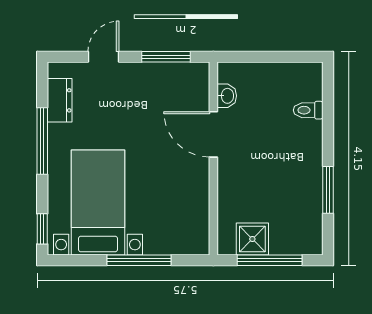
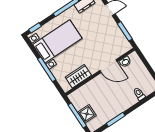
door: (213, 134) -> (108, 66), swing flipped
wardrobe: (194, 207) -> (78, 76), added
shower: (252, 239) -> (87, 114), moved

